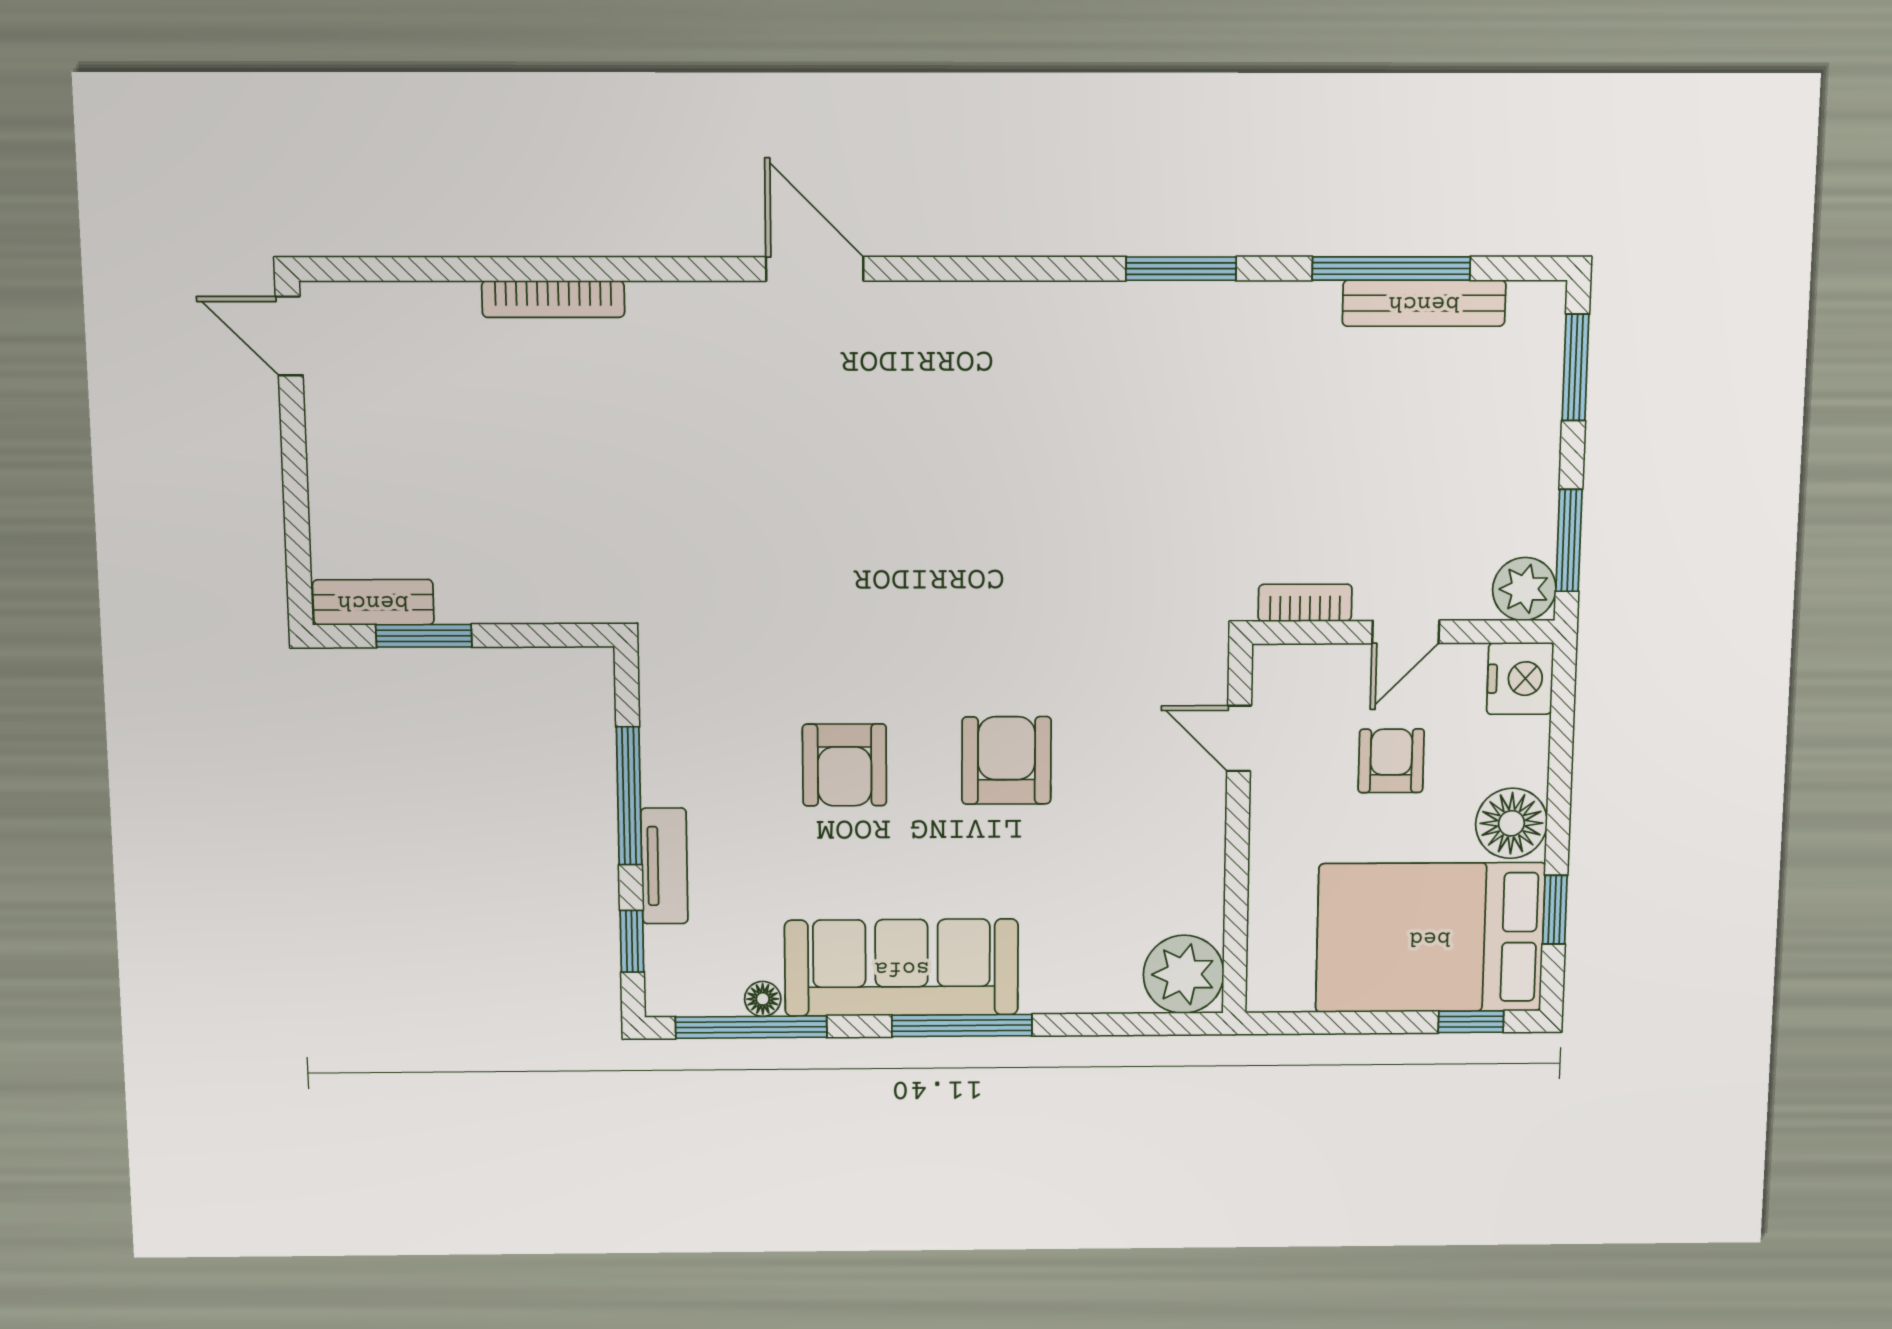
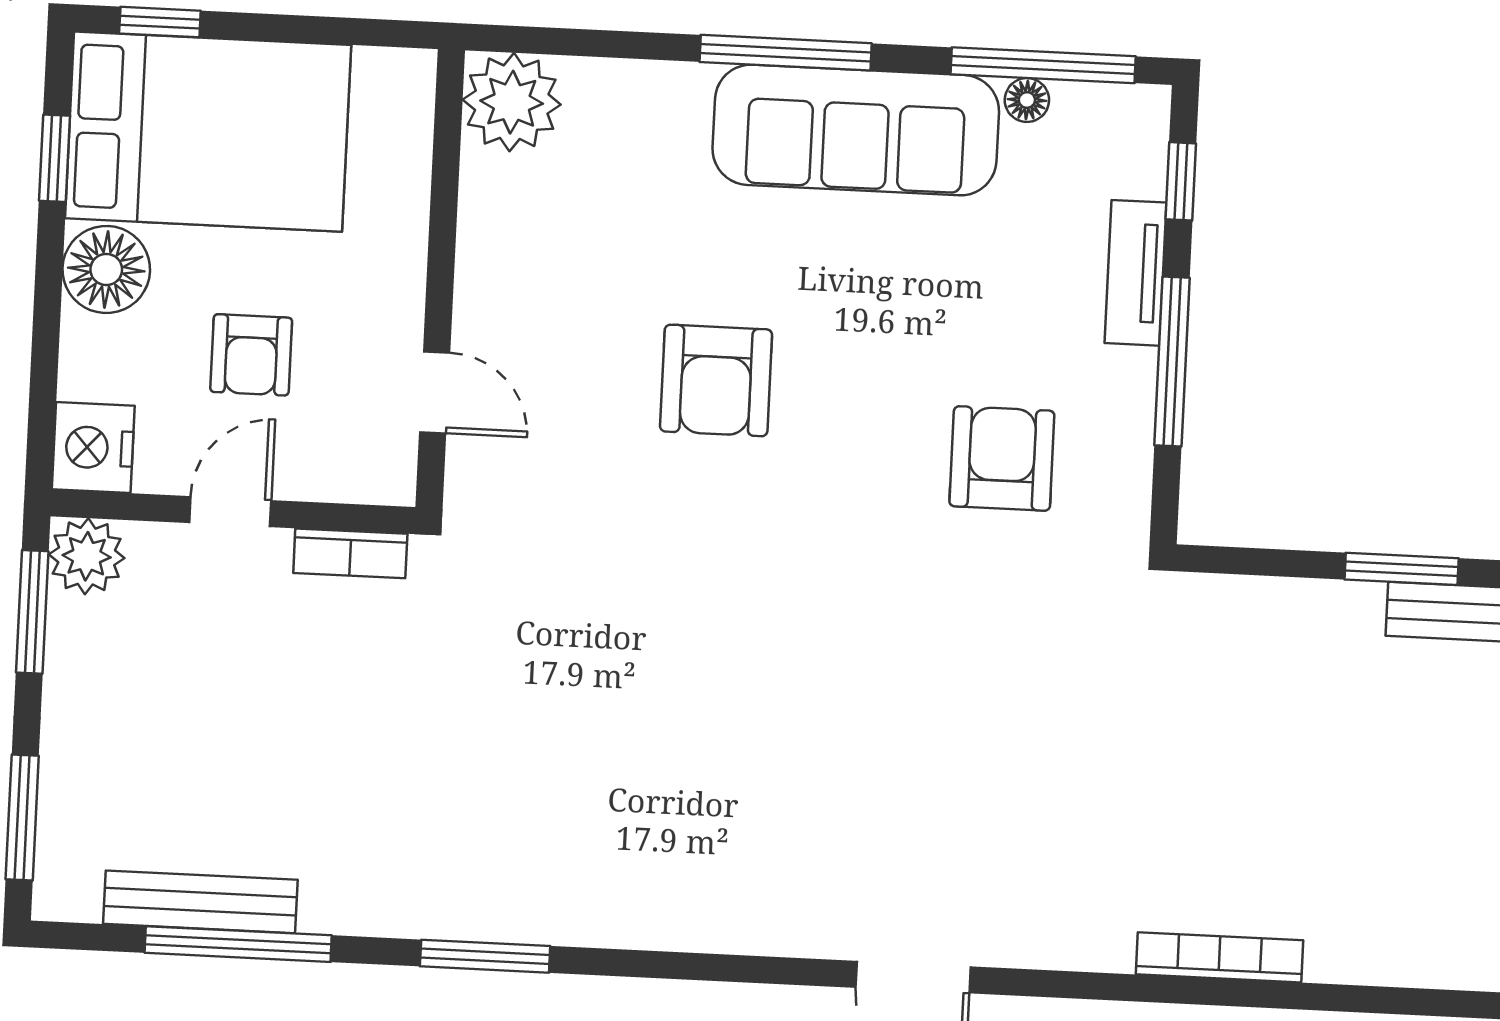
armchair: (845, 765) -> (1002, 458), moved

